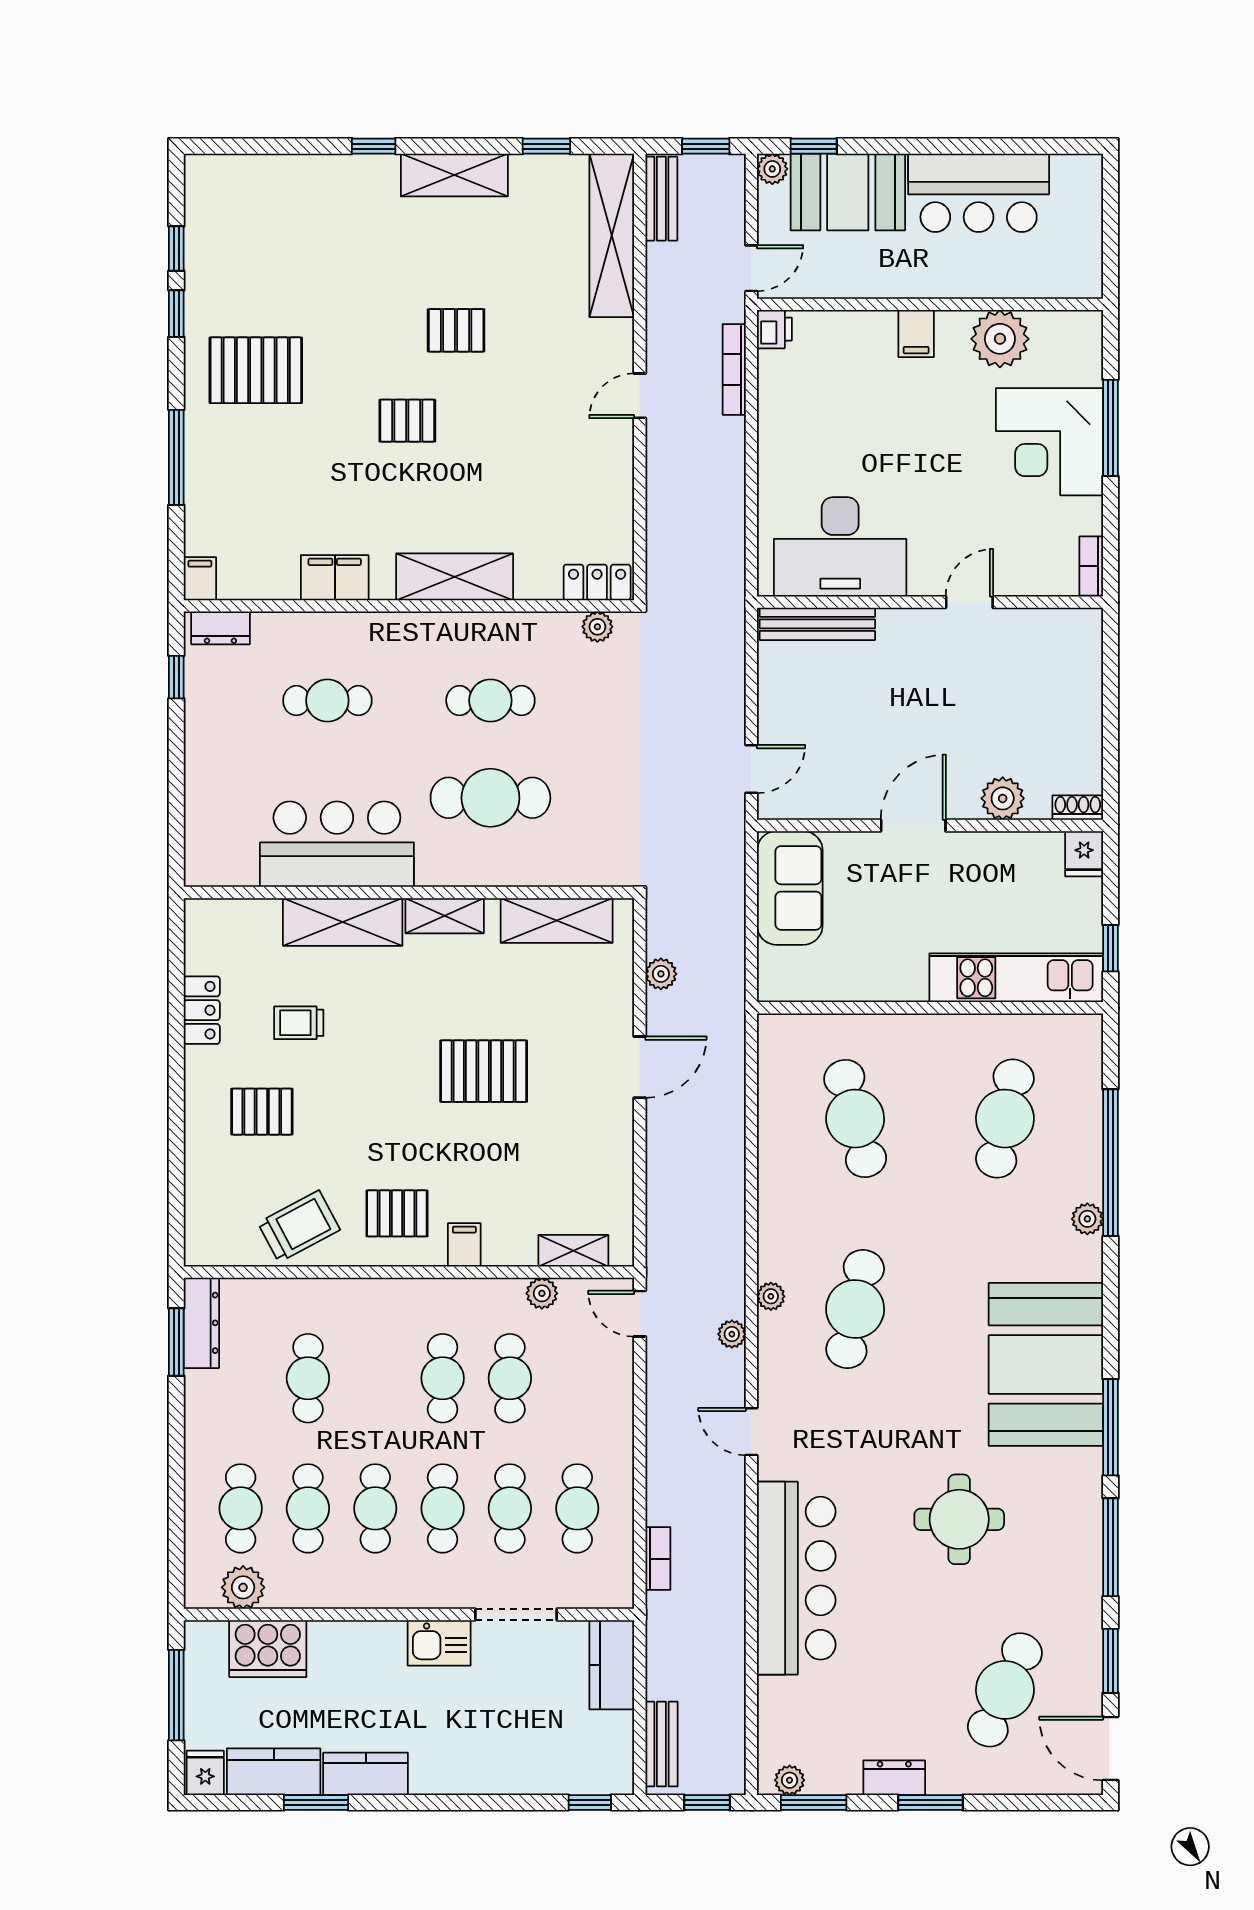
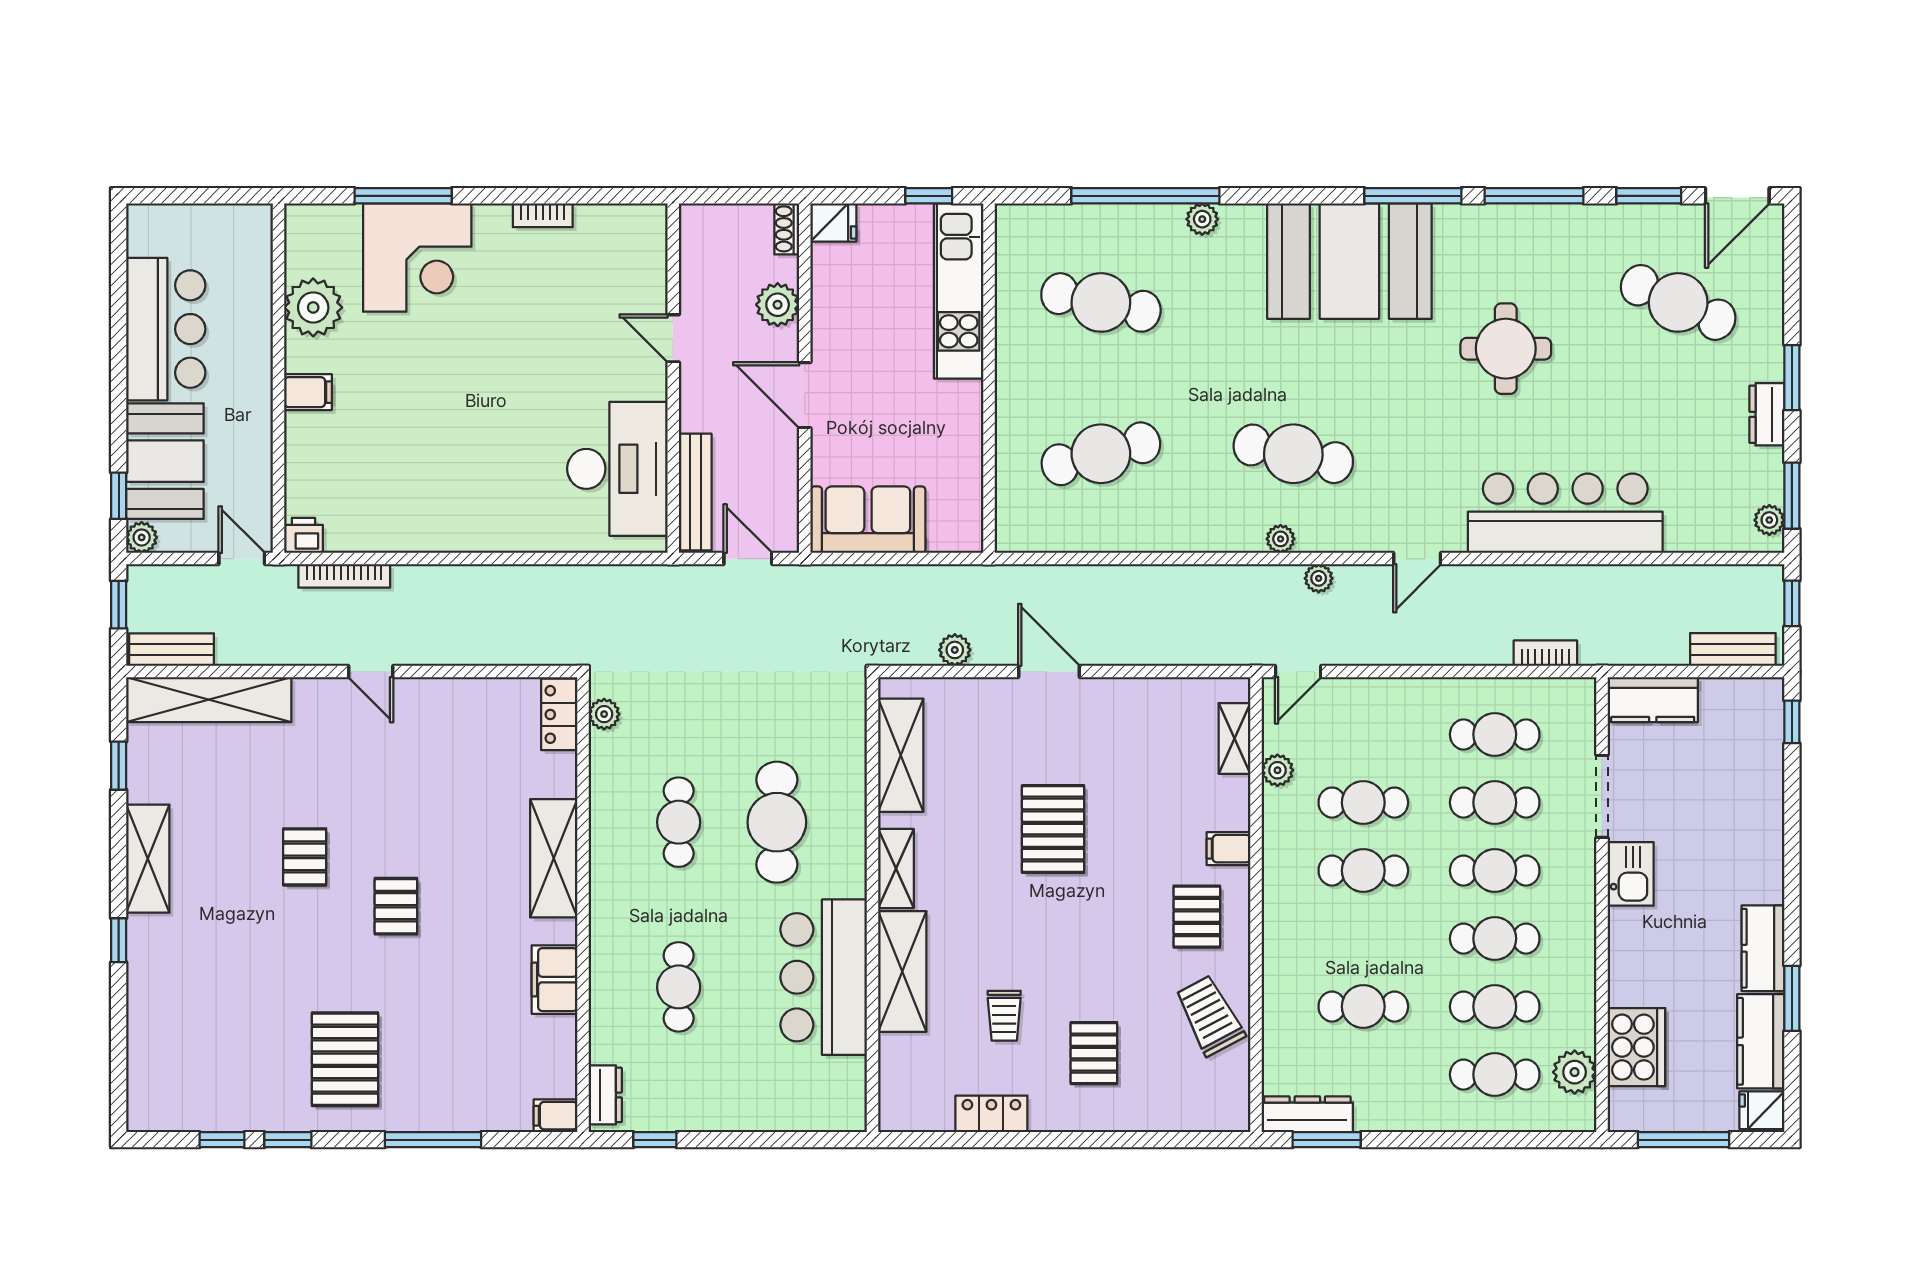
desk: (840, 547) -> (617, 469), moved
wall: (930, 602) -> (673, 378), moved
door: (969, 602) -> (673, 338), moved
bench: (817, 624) -> (695, 492), moved

